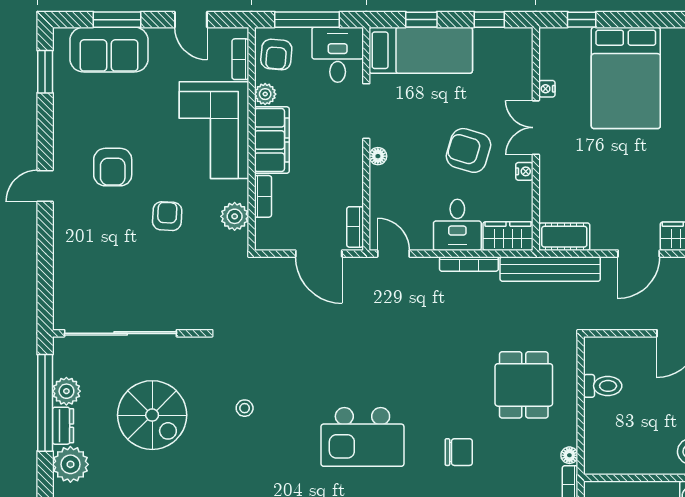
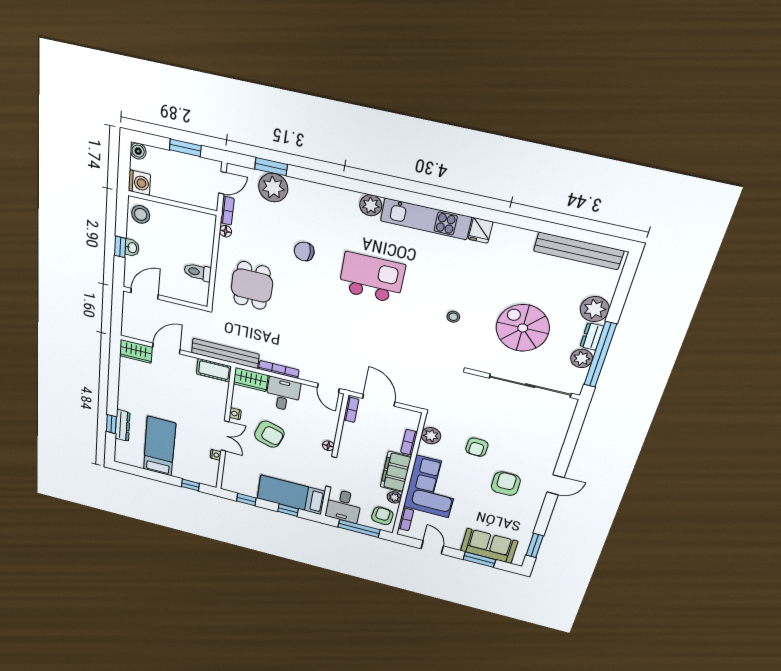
bed: (626, 78) -> (159, 446), width x0.67

